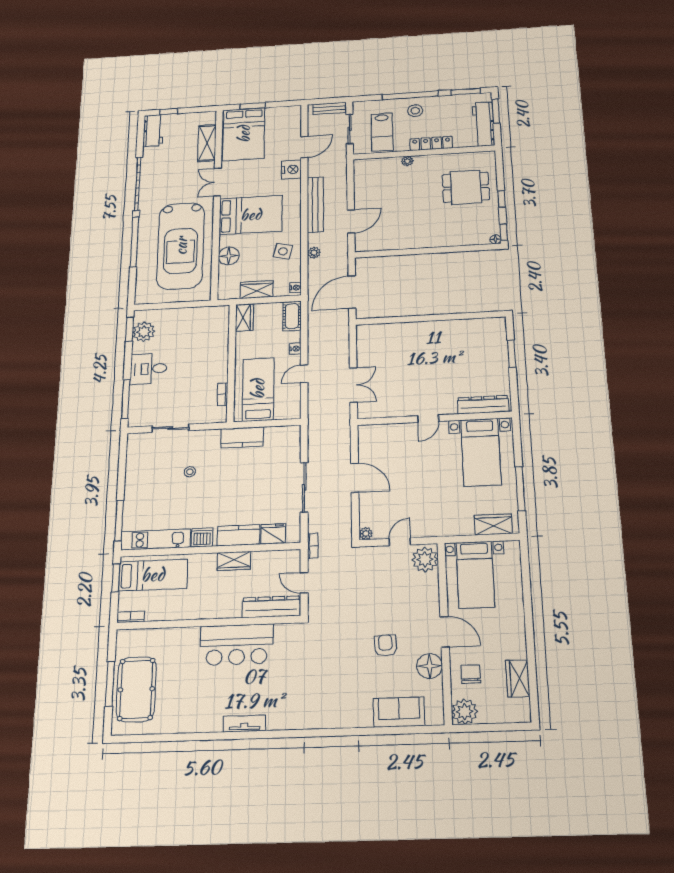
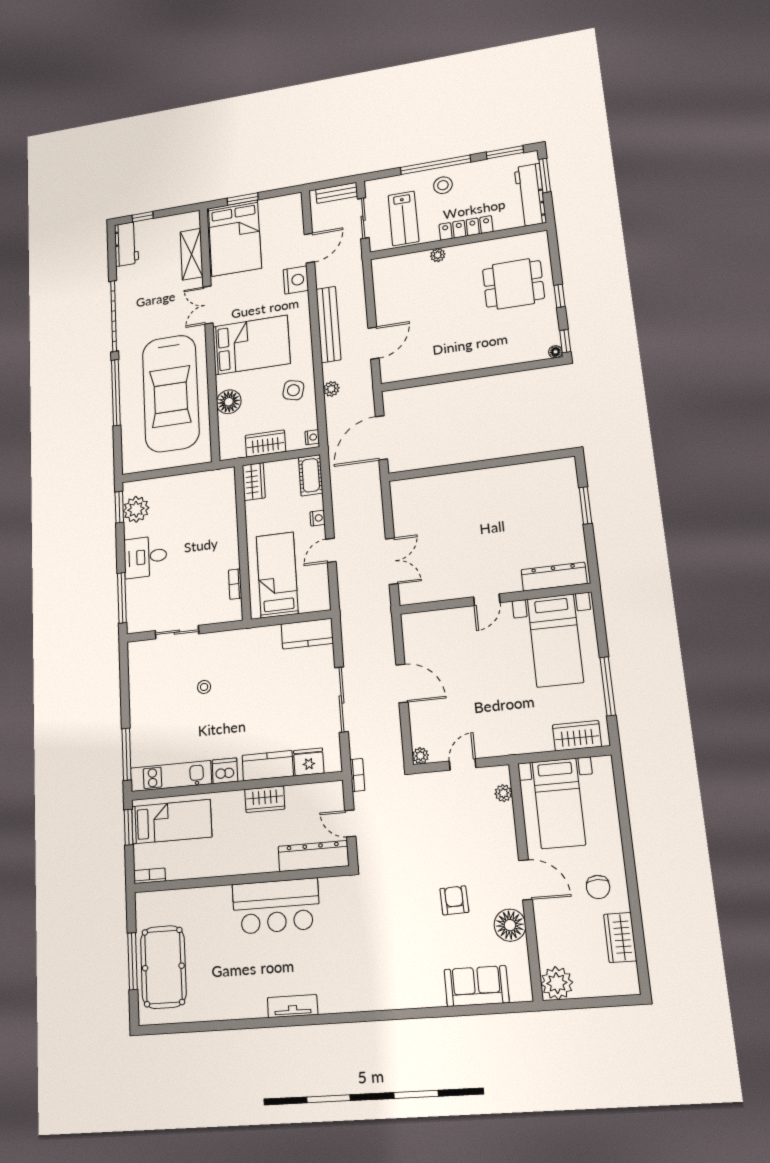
kitchen counter: (242, 437) -> (307, 634), moved
plant: (425, 559) -> (503, 793), width x0.53, depth x0.53
chair: (471, 674) -> (598, 887), moved, turned 180

